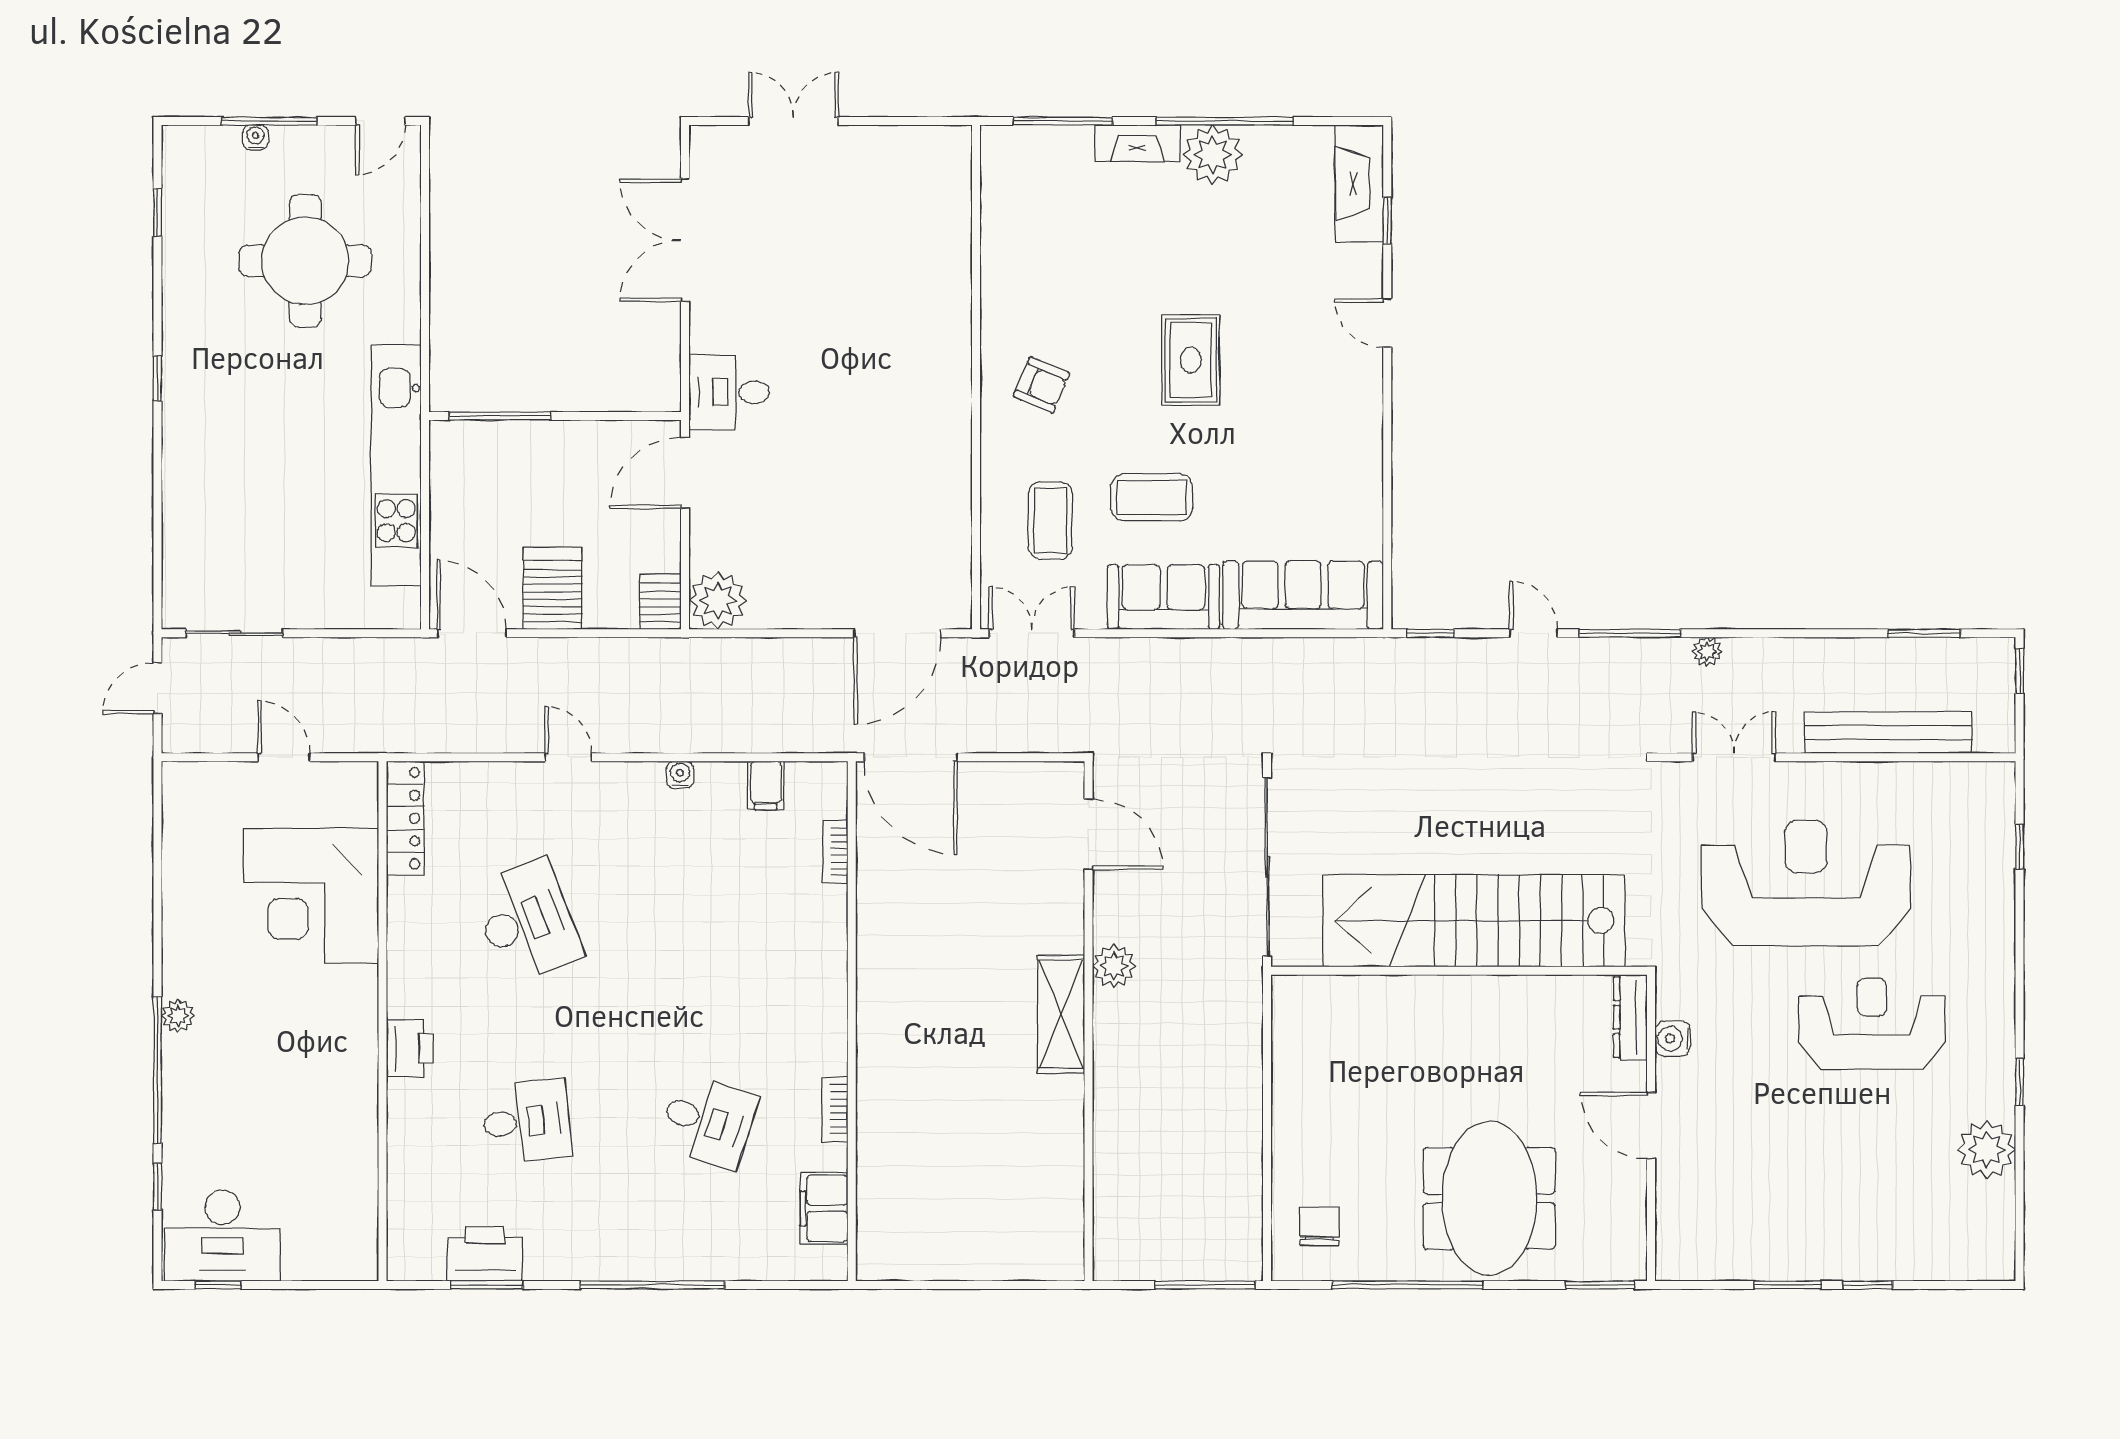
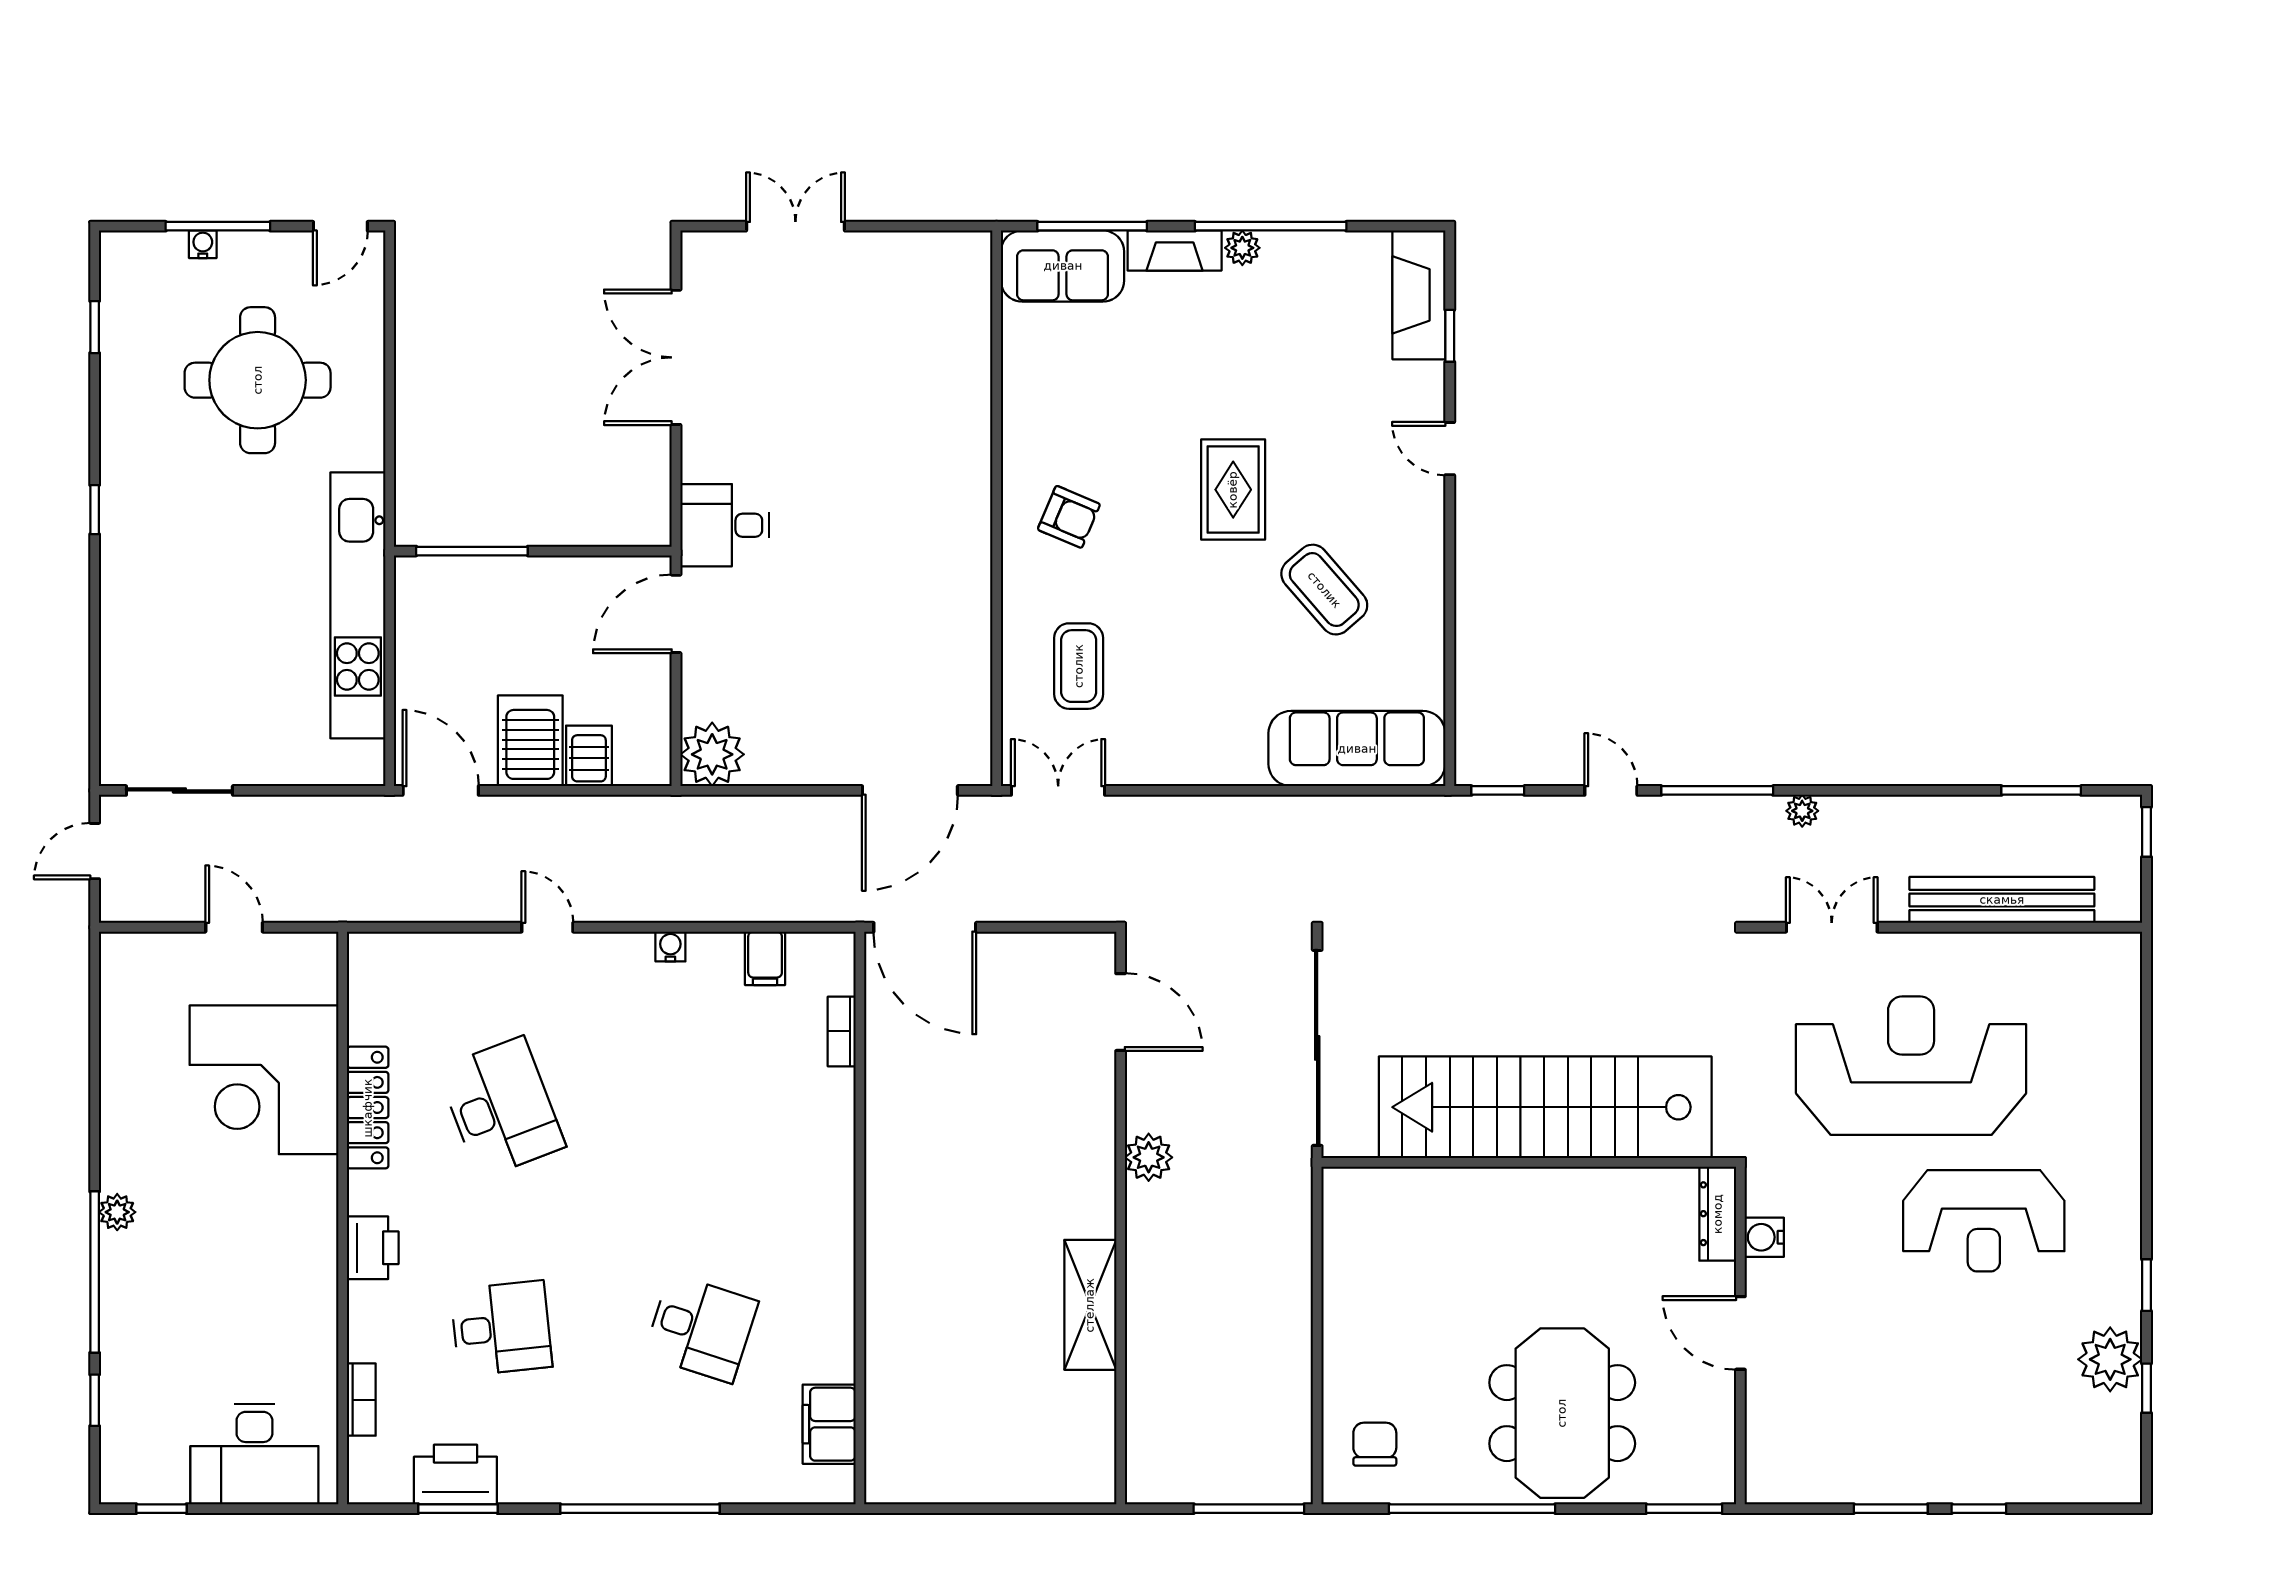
plant: (1213, 155) -> (1242, 248), width x0.53, depth x0.53
coffee table: (1152, 497) -> (1324, 590), moved, turned 49
sofa: (1164, 597) -> (1063, 266), moved, turned 180
server rack: (660, 602) -> (589, 756), moved
locker: (405, 818) -> (368, 1108), moved
window: (2020, 846) -> (2147, 1388), moved
shelving: (1061, 1014) -> (1090, 1305), moved
reception desk: (1872, 1024) -> (1984, 1221), turned 180
bookcase: (835, 1109) -> (361, 1400), moved, turned 180
desk: (222, 1235) -> (254, 1454), moved

